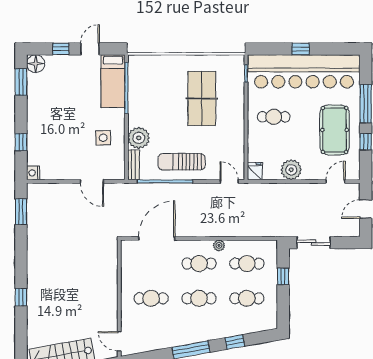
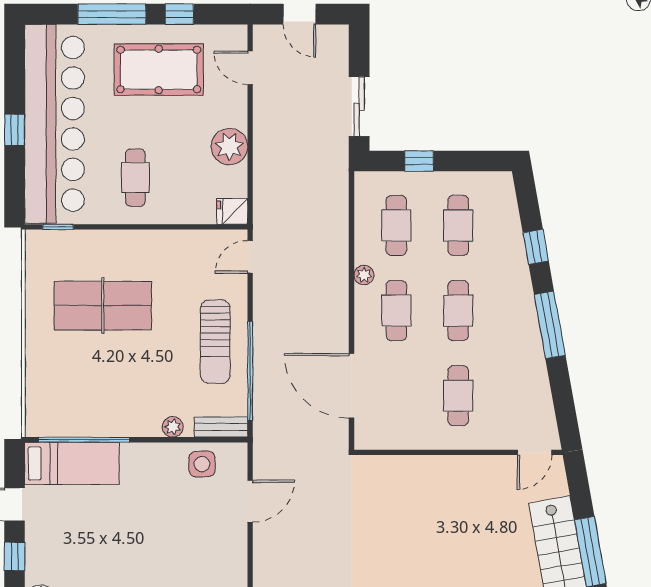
side table: (103, 138) -> (202, 464), moved
plant: (139, 138) -> (173, 427), width x0.53, depth x0.53

